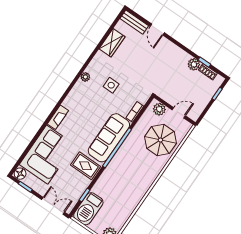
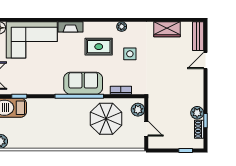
sofa: (109, 138) -> (83, 83), width x0.73
parasol: (160, 140) -> (106, 119), moved
rug: (85, 166) -> (99, 47), moved, turned 90

